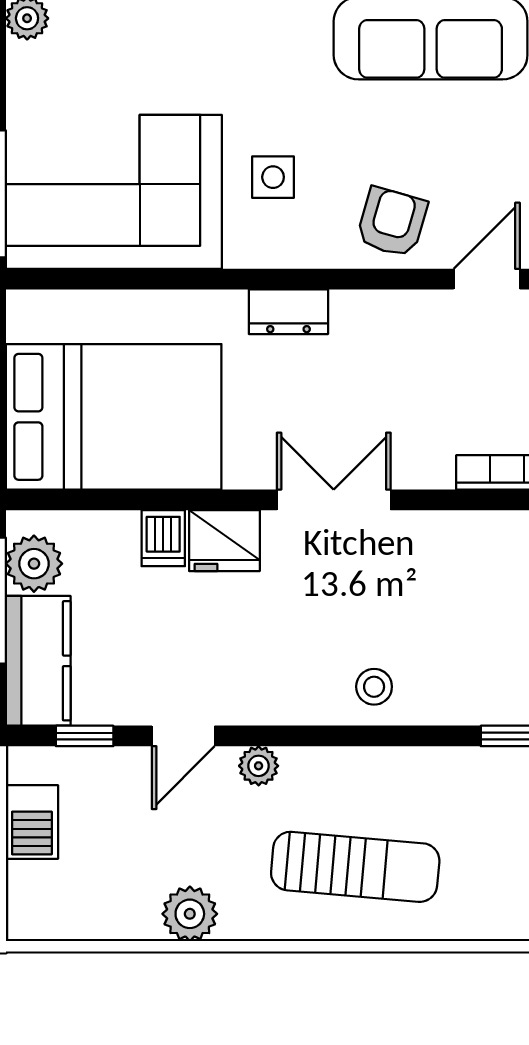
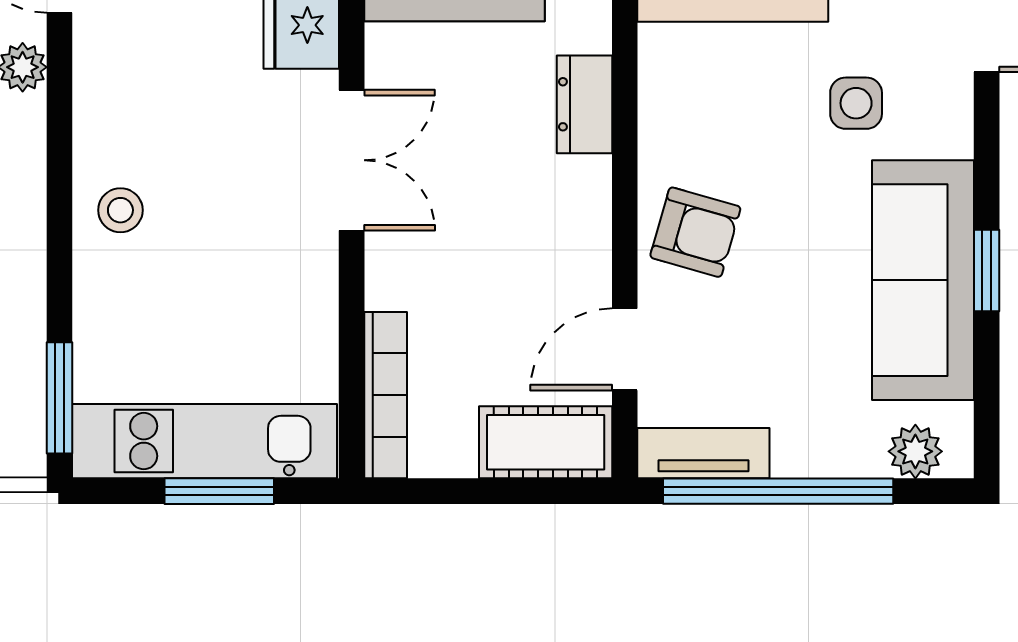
side table: (273, 177) -> (856, 103), moved
door: (487, 279) -> (625, 349), swing flipped

